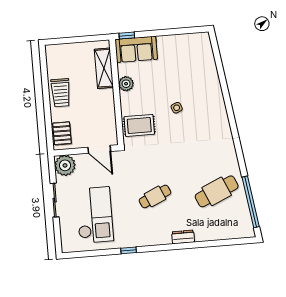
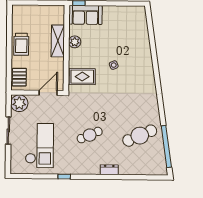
shelving: (104, 68) -> (58, 41), moved
door: (99, 149) -> (48, 93), swing flipped

